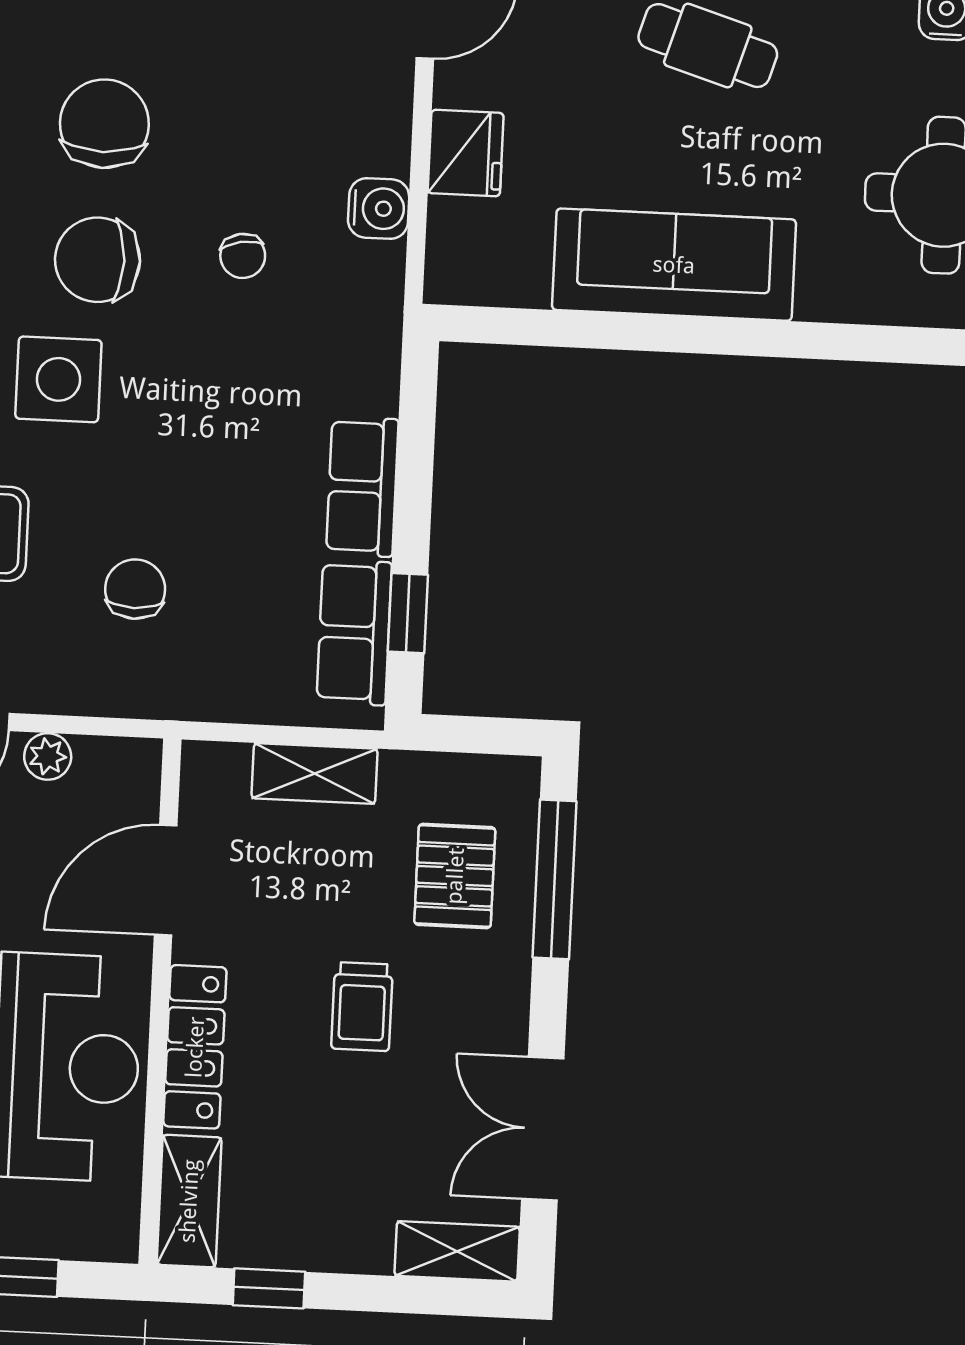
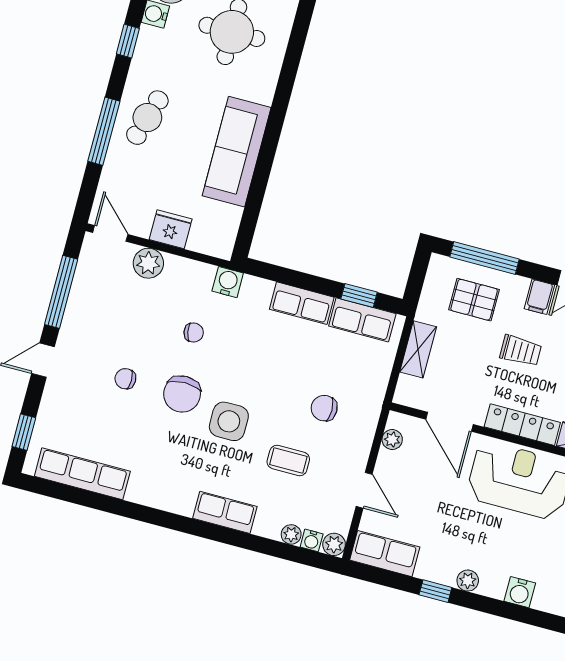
plant: (378, 119) -> (148, 263), added
chair: (104, 124) -> (125, 379), width x0.54, depth x0.54
water cooler: (379, 208) -> (228, 282), moved
plant: (48, 756) -> (392, 439), moved
filing cabinet: (493, 1023) -> (539, 297), added

